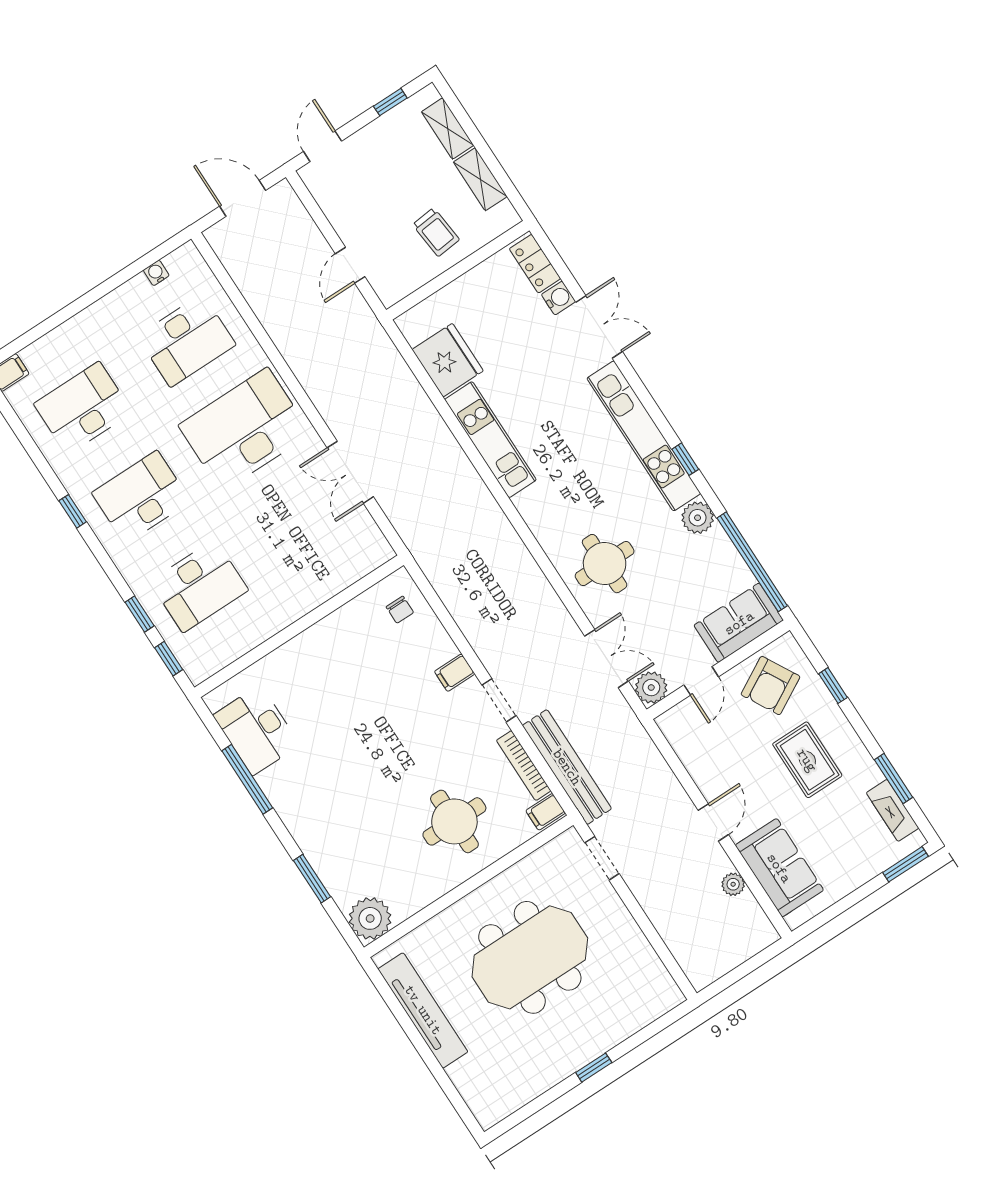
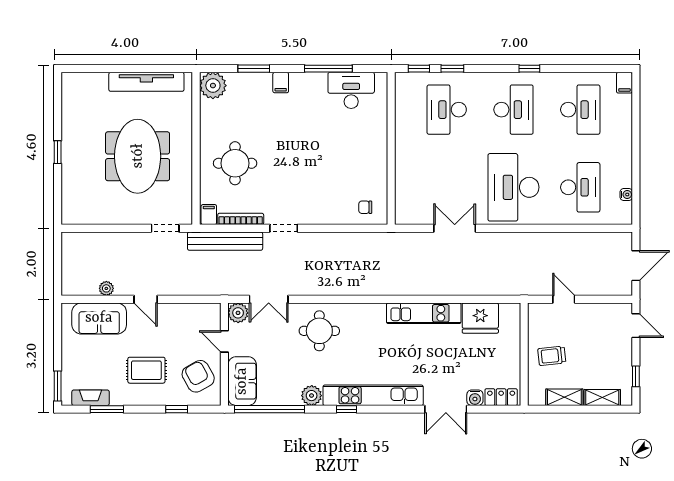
desk: (187, 340) -> (580, 187), turned 180
desk: (245, 429) -> (513, 187), turned 180
filing cabinet: (455, 673) -> (281, 83), moved, turned 180

